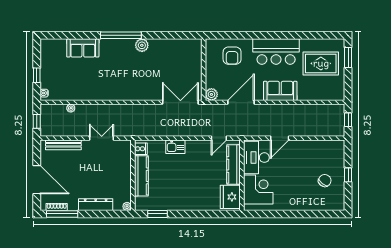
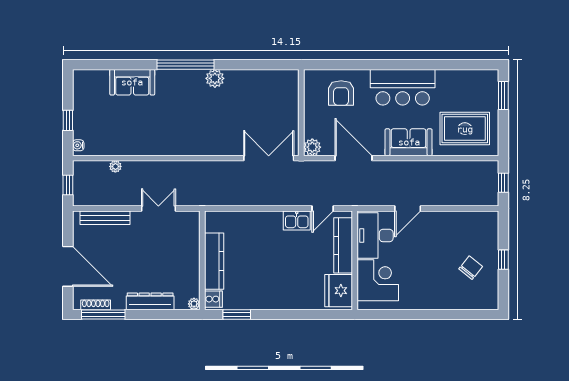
rug: (321, 63) -> (465, 129), moved
door: (241, 102) -> (354, 158), hinge flipped
kitchen sink: (175, 147) -> (297, 220), moved
cooker: (141, 149) -> (213, 299), moved

